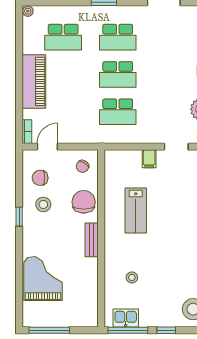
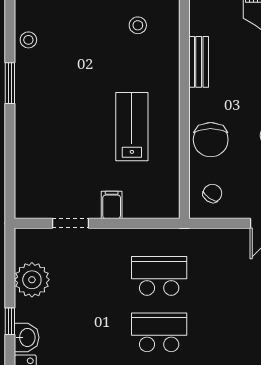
bench: (92, 240) -> (199, 62), moved

